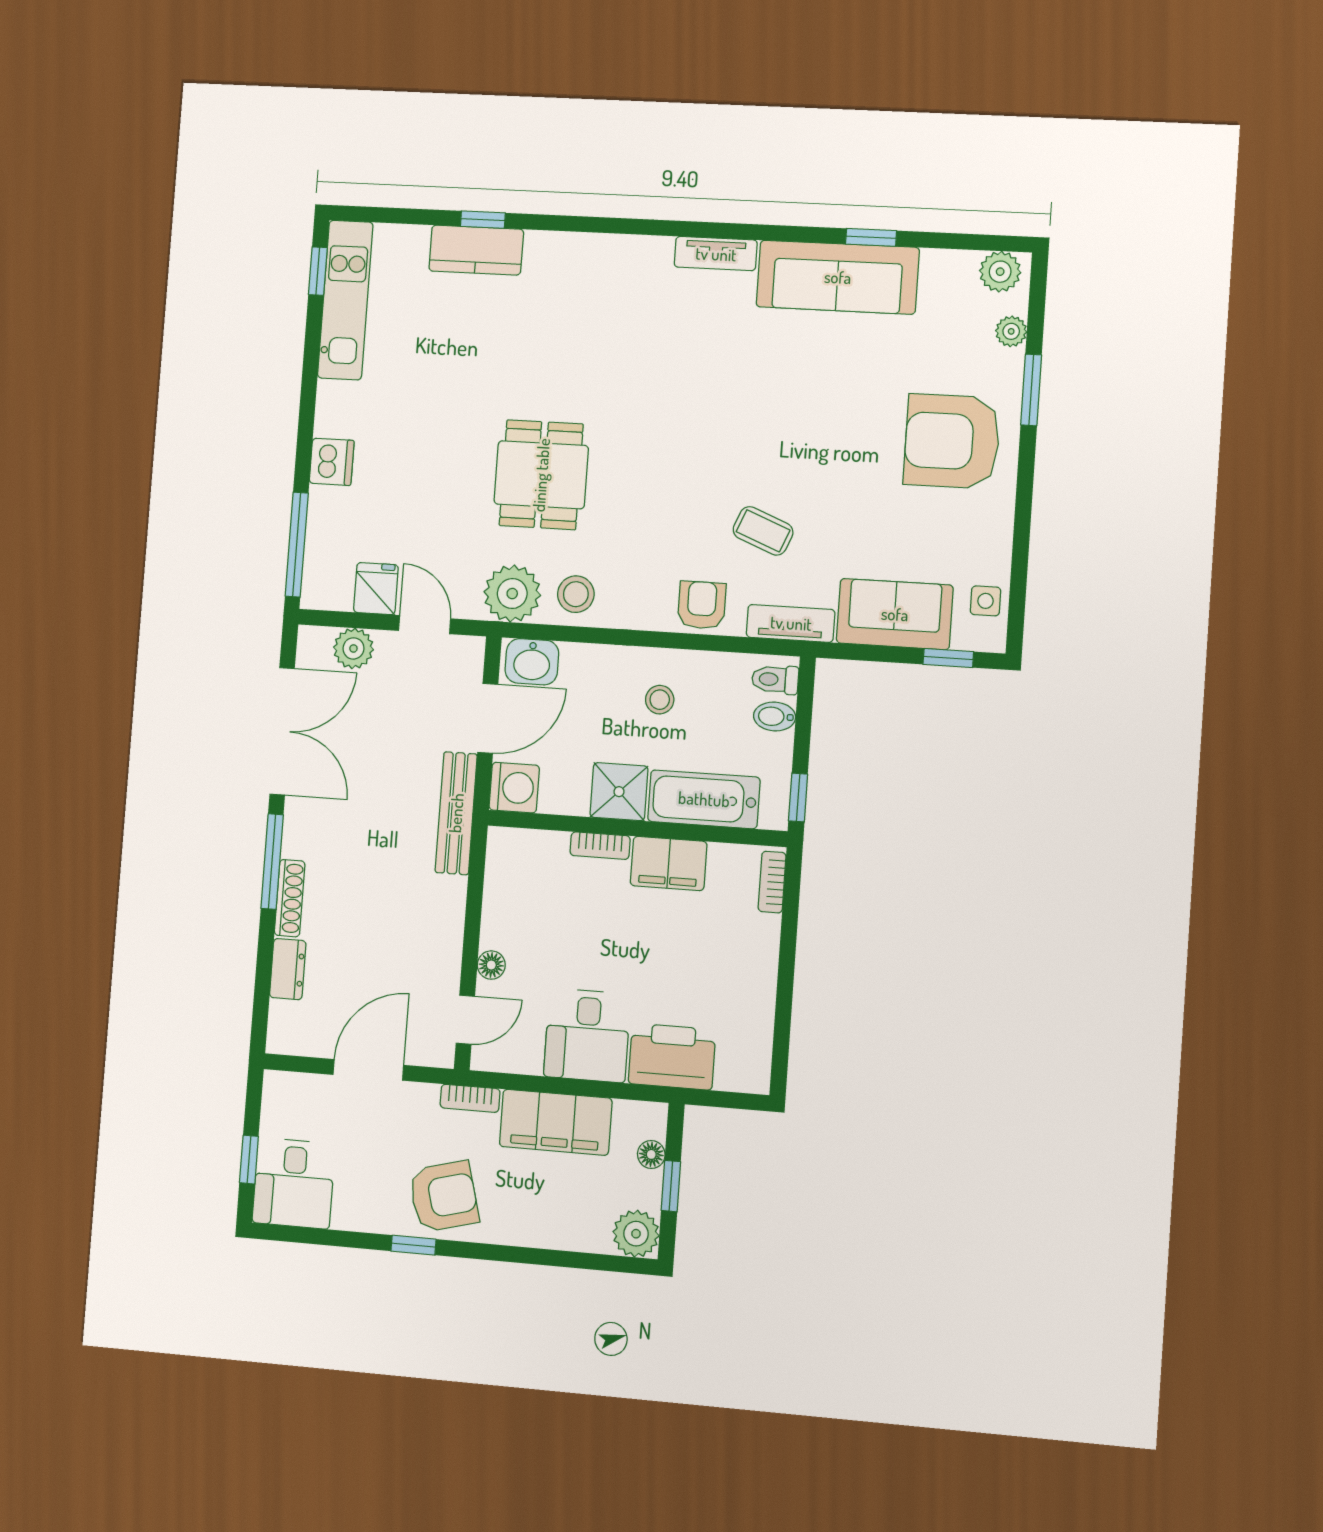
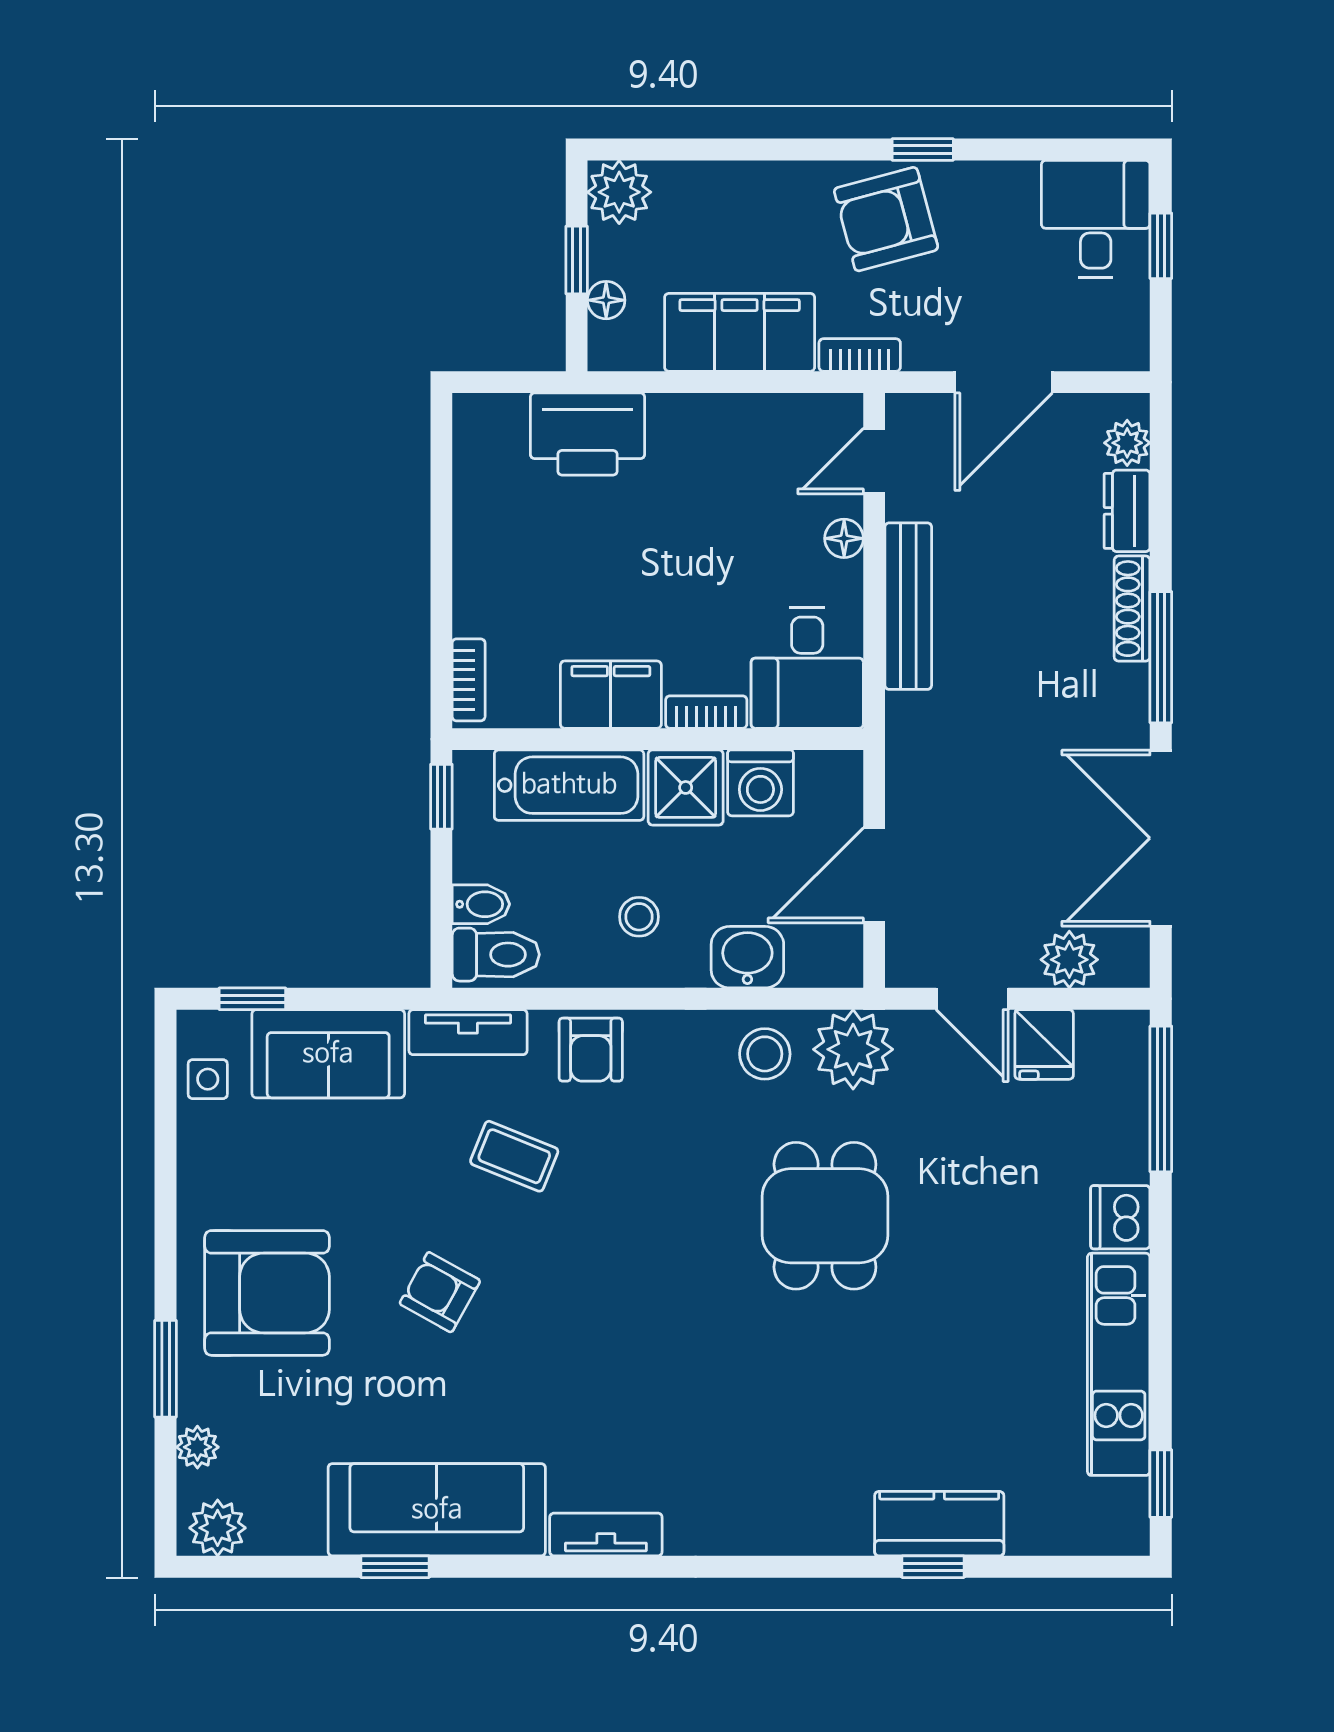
kitchen unit: (345, 300) -> (1119, 1364), moved
armchair: (824, 435) -> (440, 1292), added
washbasin: (532, 662) -> (747, 957), moved
toilet: (775, 679) -> (496, 955), width x1.37, depth x1.39
washing machine: (514, 788) -> (760, 783), moved, turned -90
bench: (456, 813) -> (908, 606), moved
plant: (284, 1018) -> (1127, 443), added
desk: (587, 1035) -> (807, 668), moved, turned 180

